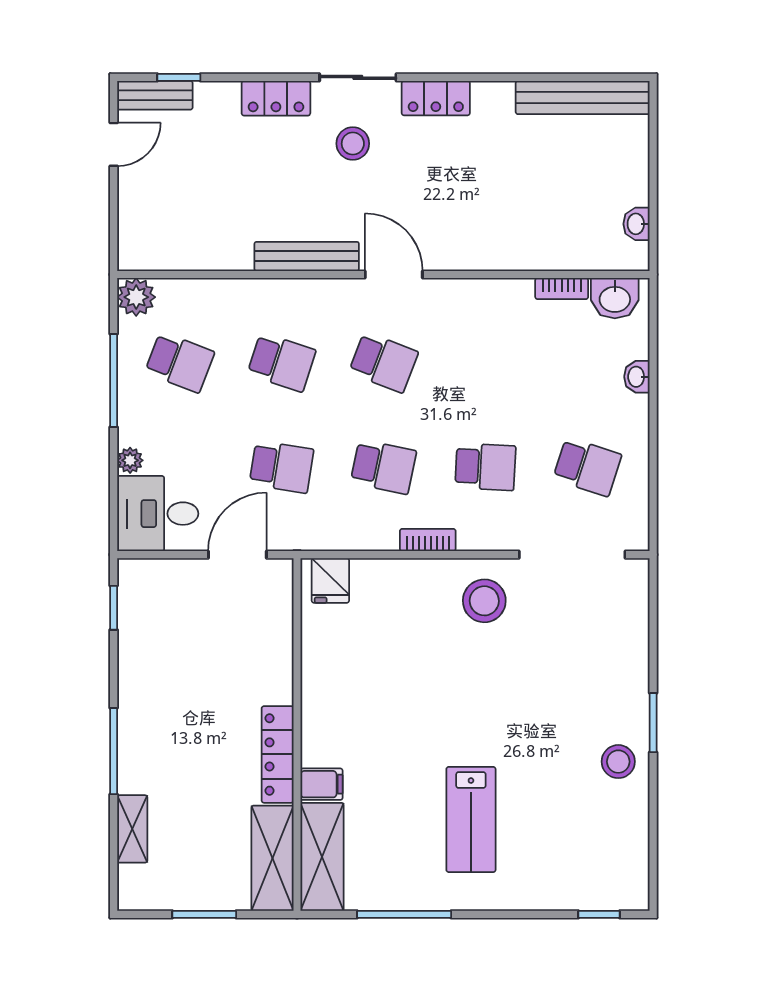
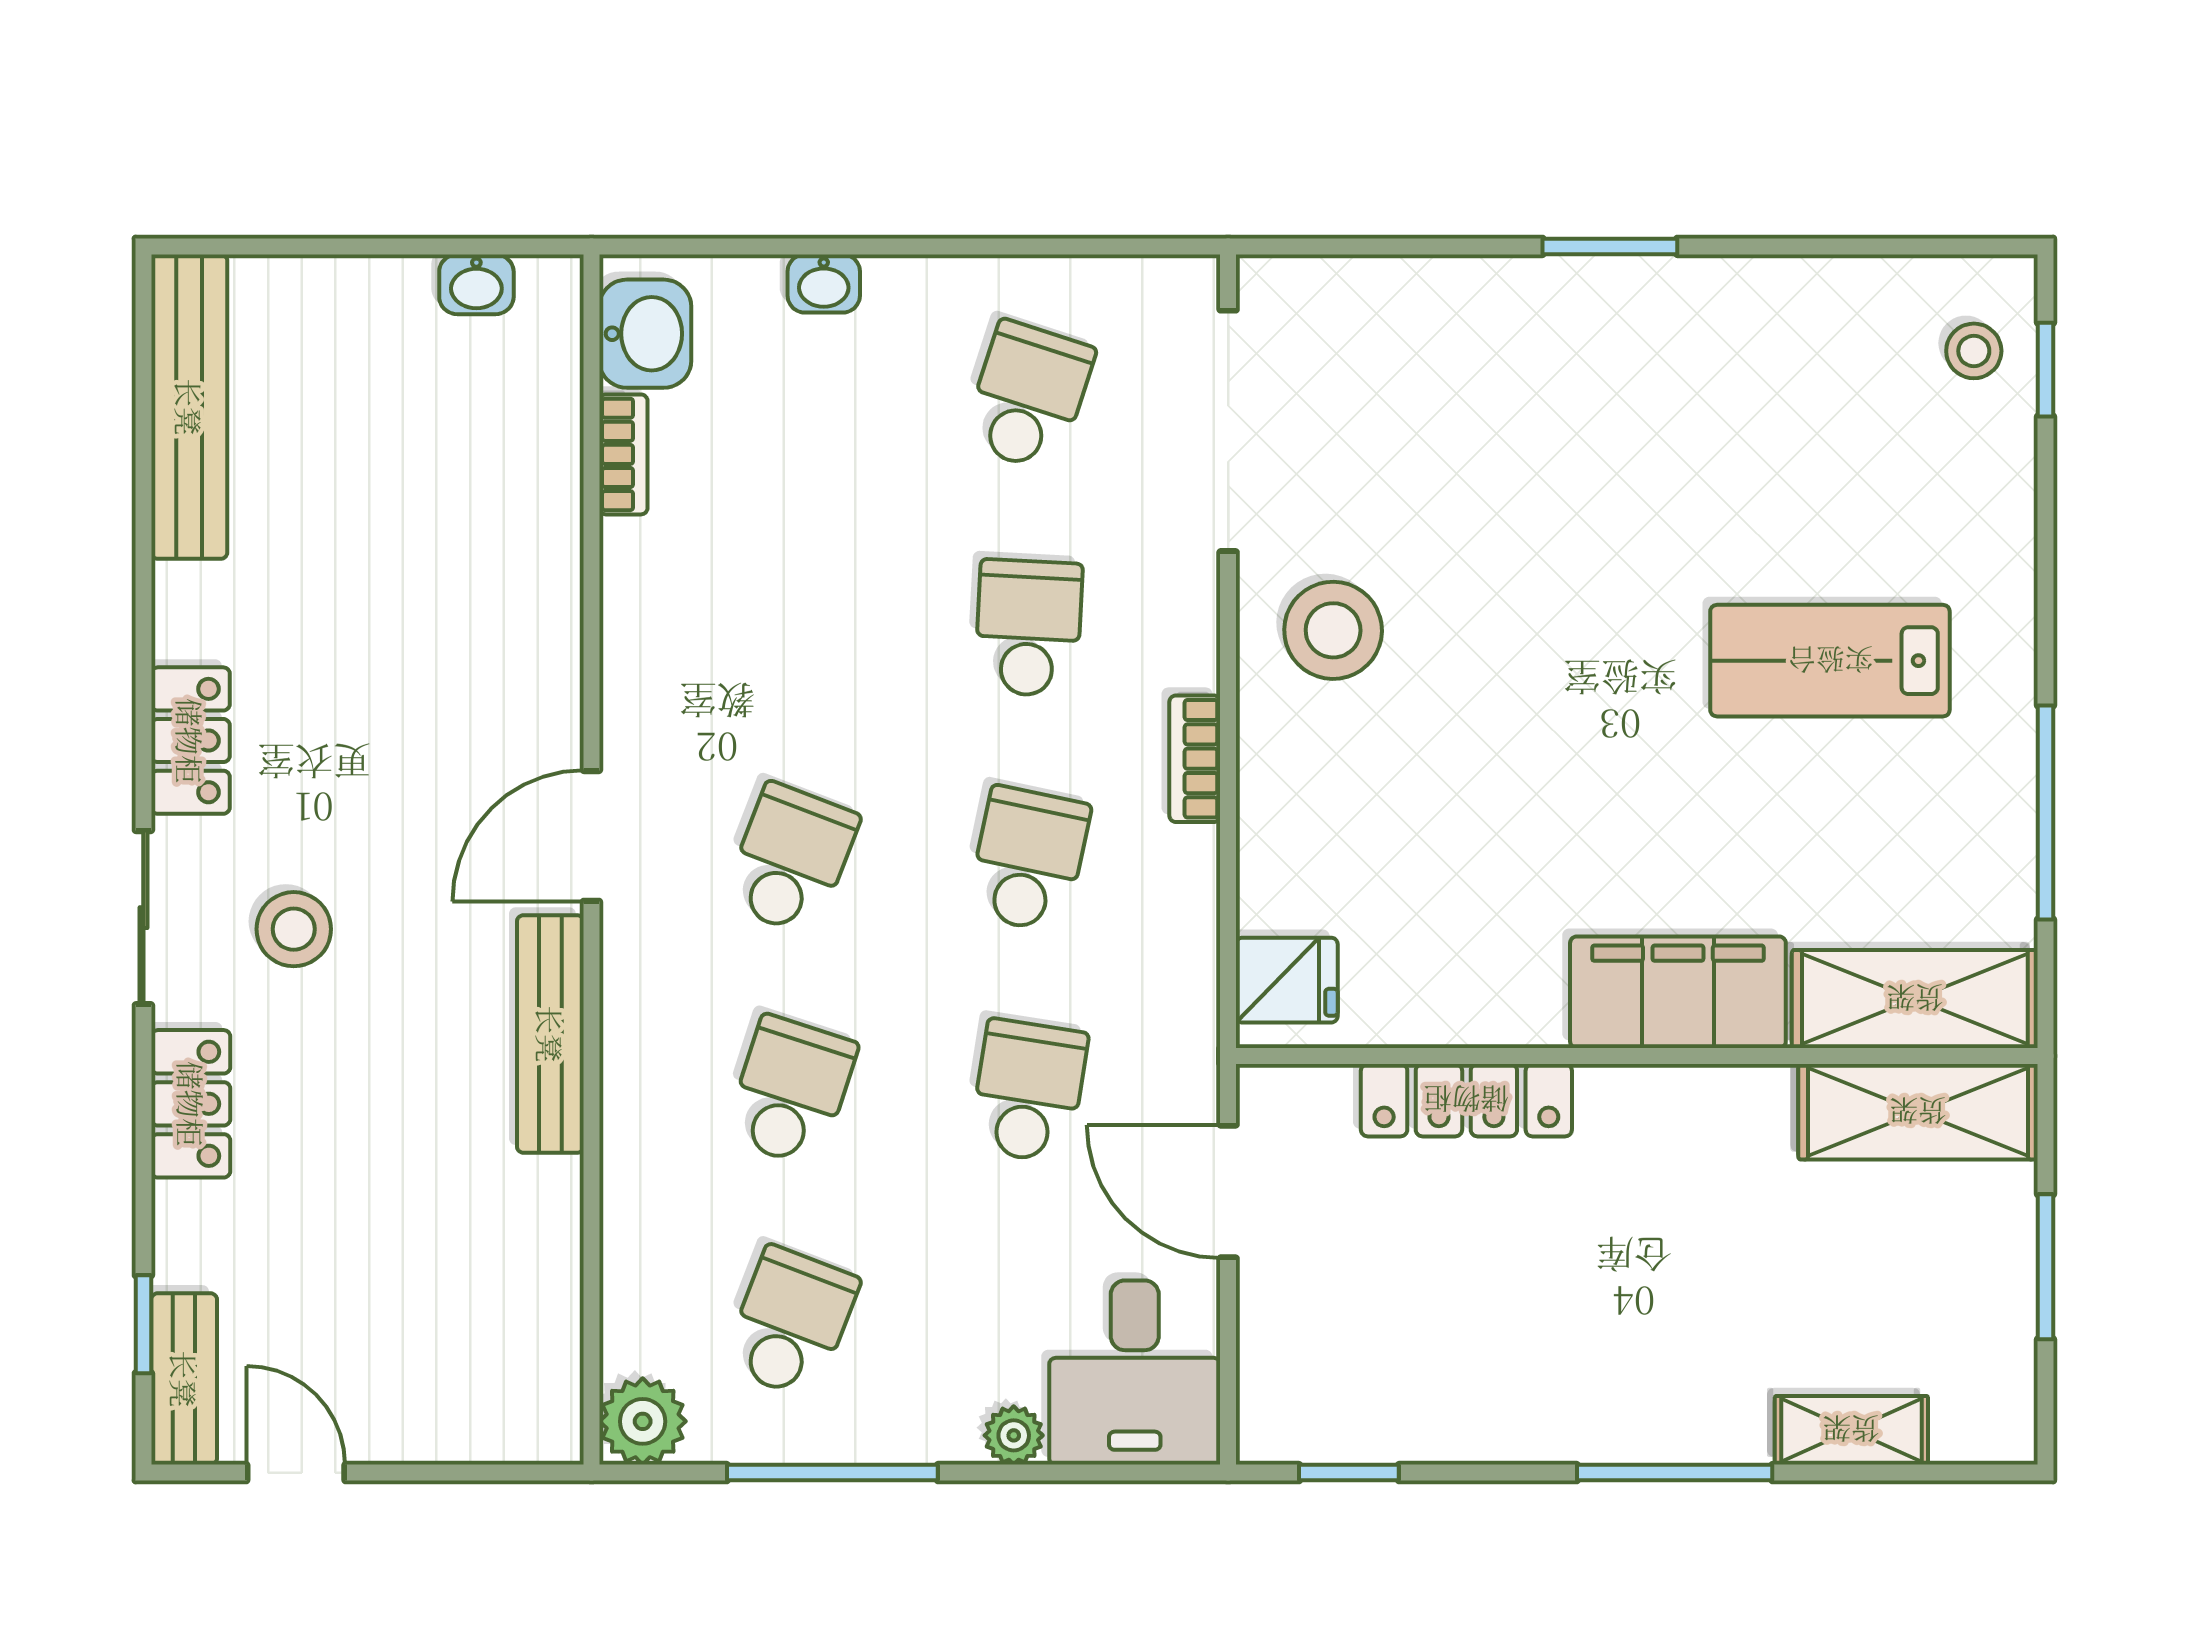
locker: (278, 754) -> (1466, 1100), moved
stool: (618, 762) -> (1974, 351), moved, width x0.73, depth x0.73
filing cabinet: (322, 784) -> (1678, 992), width x3.00, depth x1.17
lab bench: (471, 819) -> (1830, 661), turned 180

